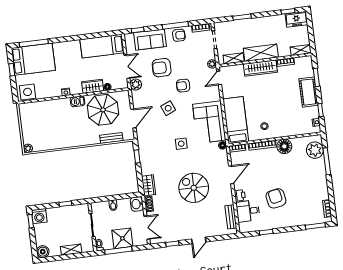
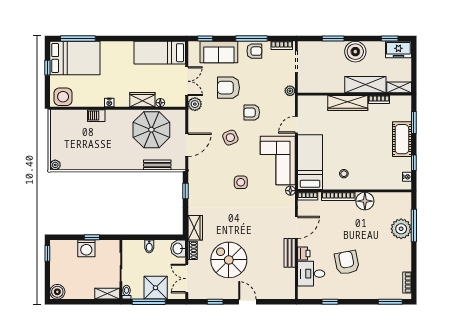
boiler: (261, 25) -> (355, 52), added
shelving: (261, 53) -> (365, 85), moved
shelving: (234, 58) -> (317, 87), removed
door: (219, 78) -> (296, 125), moved
barbecue: (78, 101) -> (96, 116), moved
plant: (315, 150) -> (401, 229), moved
spiral stairs: (194, 188) -> (229, 260), moved
washing machine: (39, 216) -> (86, 248), moved
bench: (231, 217) -> (290, 253), moved
double door: (147, 228) -> (187, 279), swing flipped
door: (199, 240) -> (247, 302), swing flipped
shelving: (71, 250) -> (107, 294), moved

